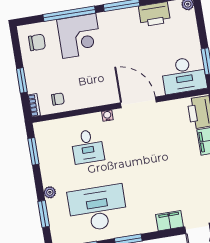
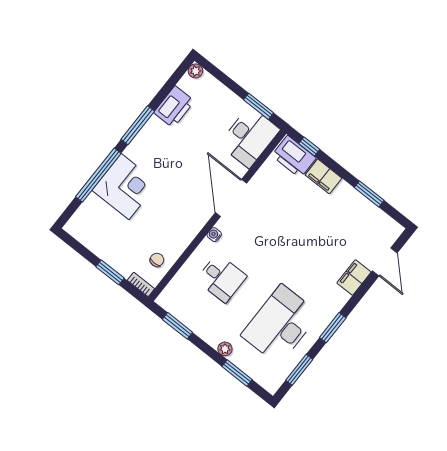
chair: (37, 42) -> (93, 227), removed
door: (138, 102) -> (231, 198), hinge flipped

